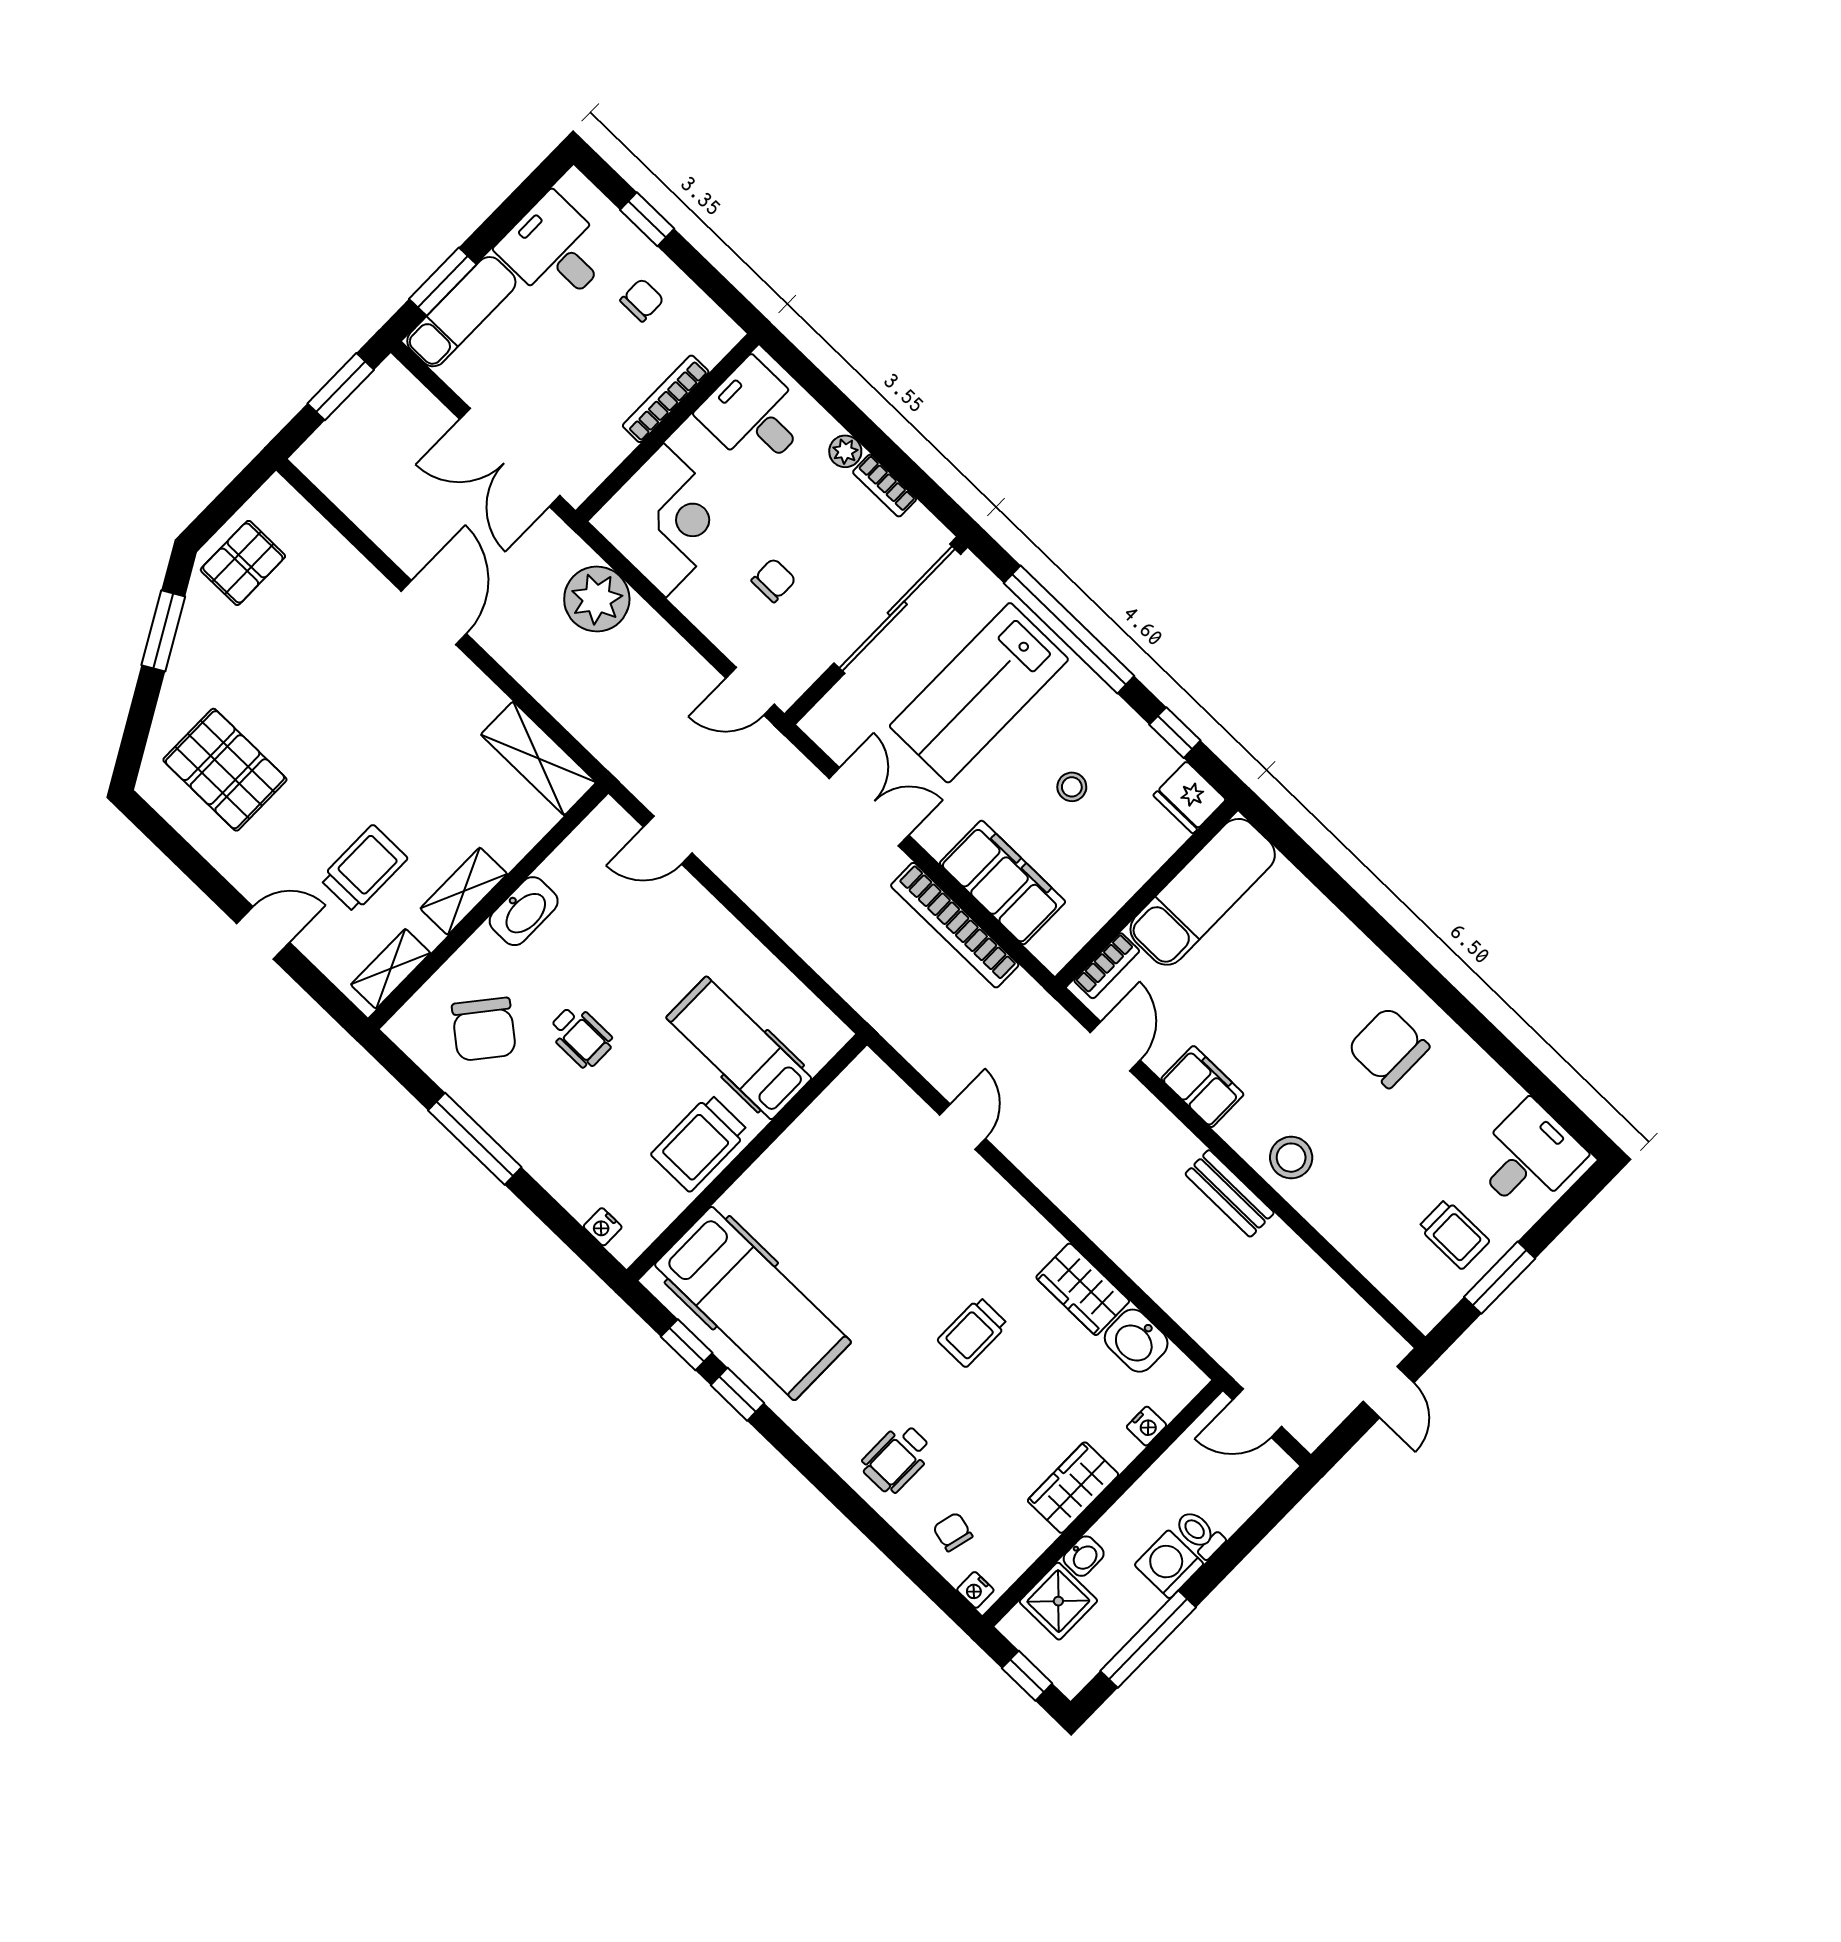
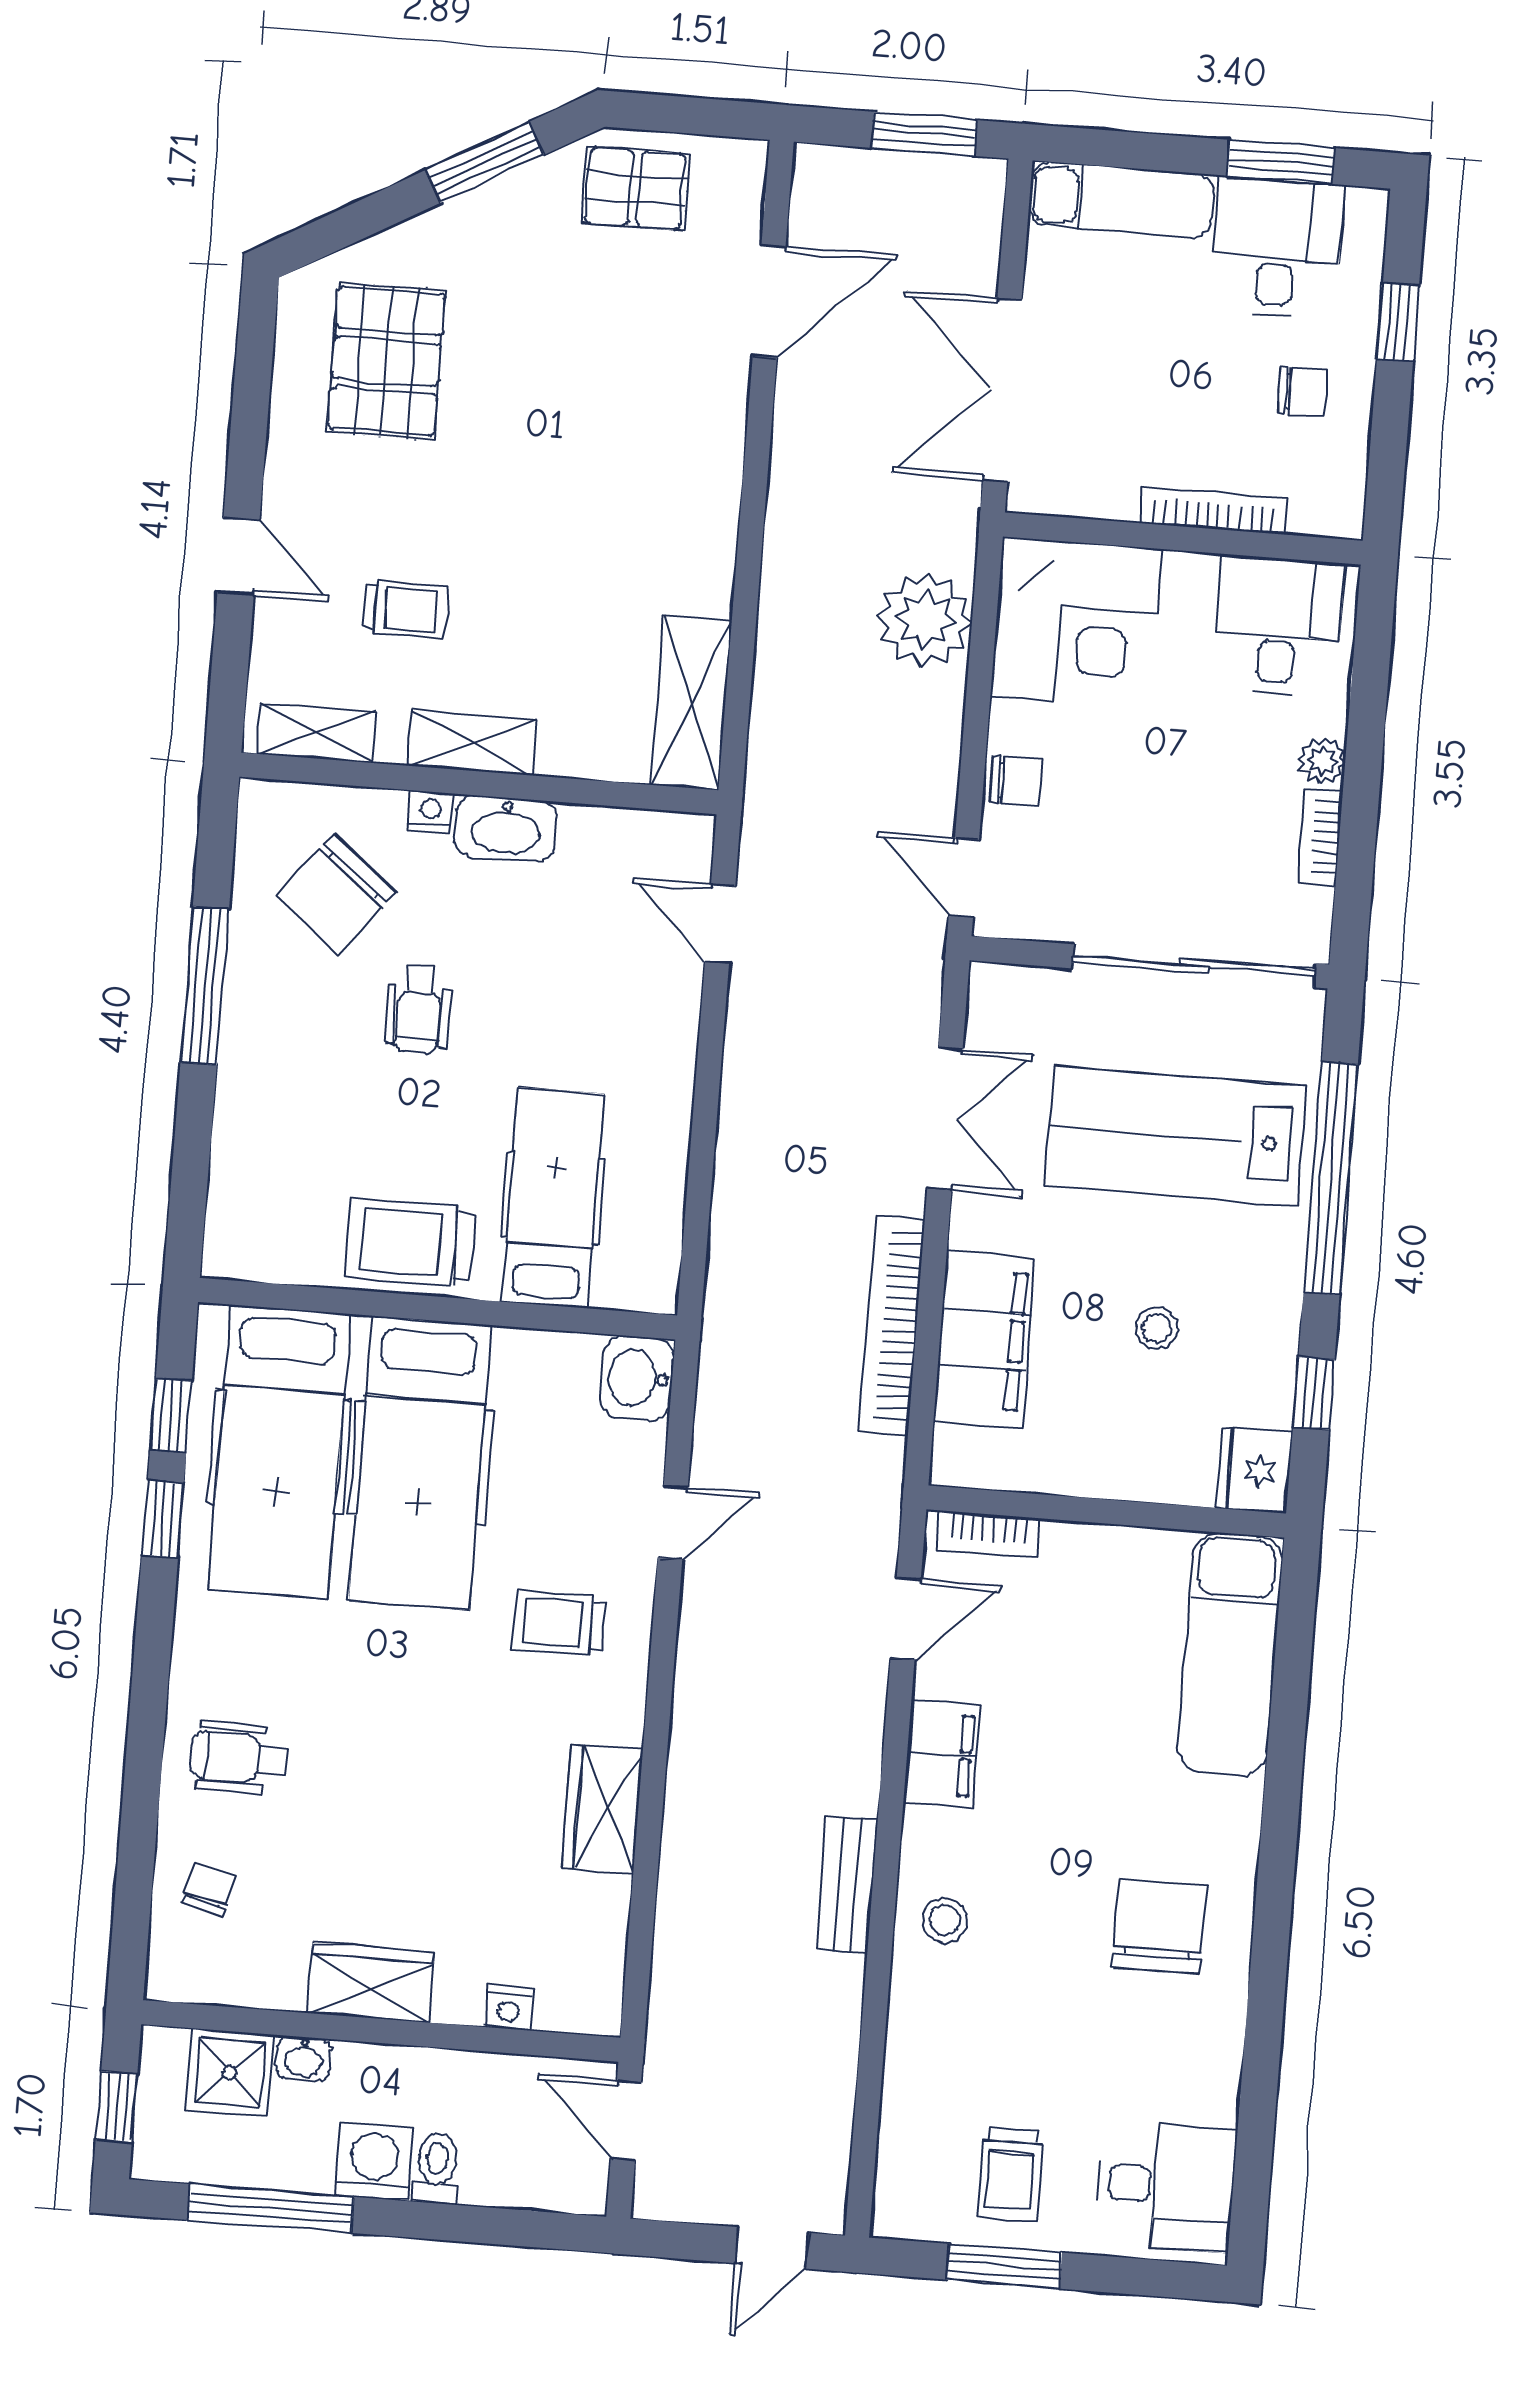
window: (443, 282) -> (1281, 162), moved
chair: (774, 580) -> (1015, 781), moved
door: (434, 612) -> (769, 301), moved
trolley: (364, 869) -> (405, 609), width x0.73, depth x0.72
exam couch: (1203, 892) -> (1230, 1654), moved, turned 90
stool: (1291, 1158) -> (945, 1920), width x0.73, depth x0.73
nightstand: (603, 1227) -> (431, 812), moved, turned 90
hospital bed: (821, 1234) -> (420, 1463), added
trolley: (973, 1332) -> (559, 1623), moved
washbasin: (1136, 1341) -> (637, 1378), moved
nightstand: (975, 1590) -> (165, 1969), removed

